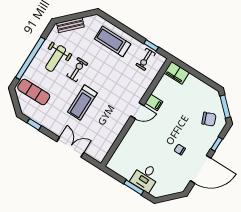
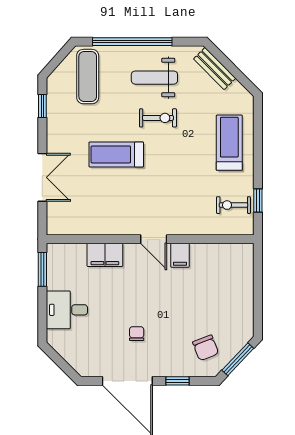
filing cabinet: (177, 73) -> (105, 255), moved, turned -90
window: (134, 187) -> (42, 269), moved

